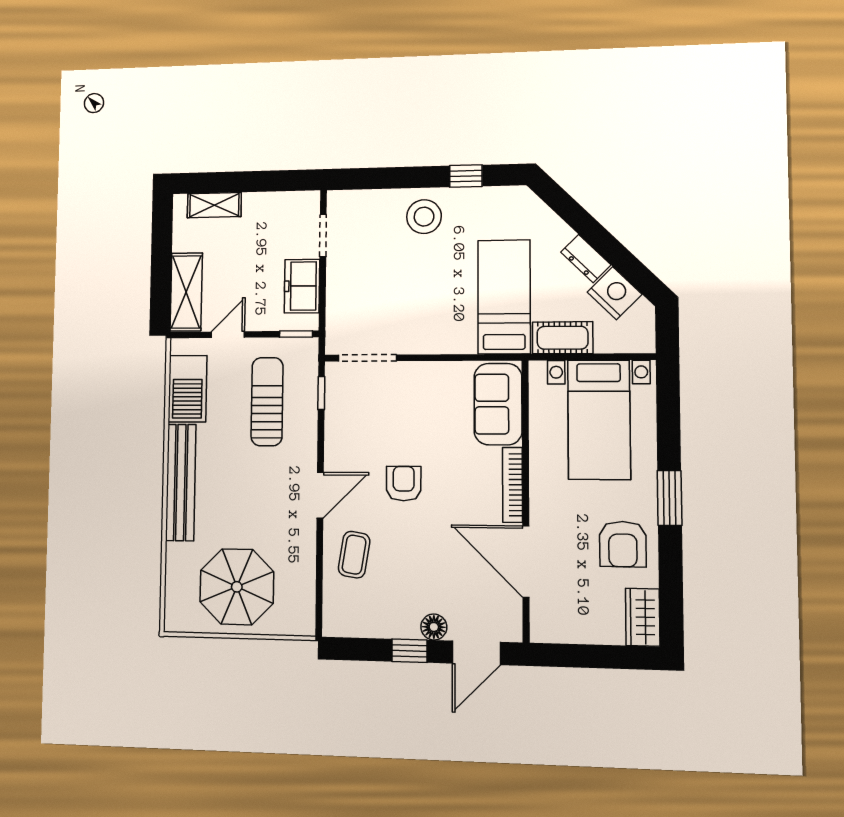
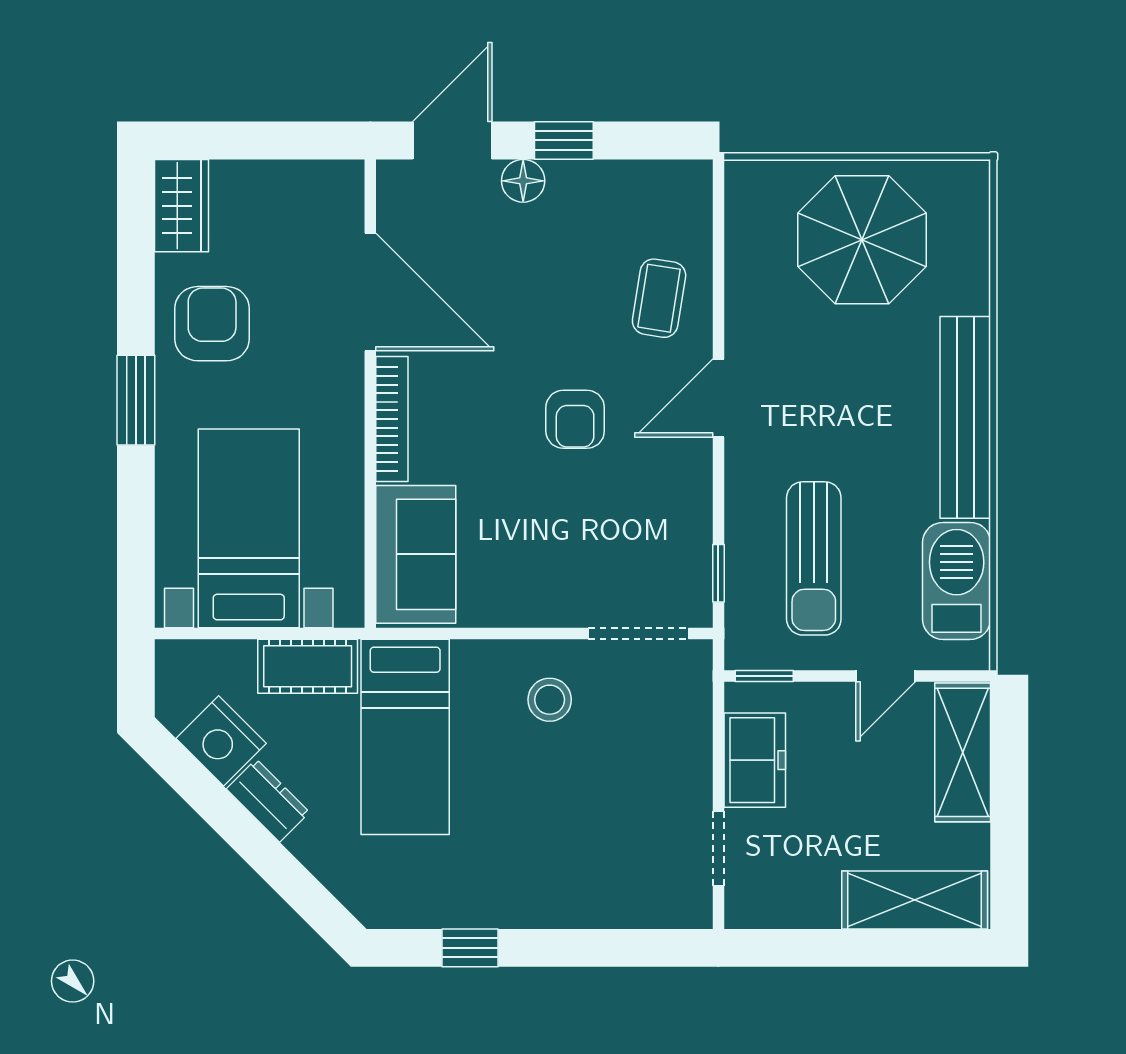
shelving: (214, 205) -> (915, 900), width x1.50, depth x1.33
stool: (424, 217) -> (550, 700), moved, width x0.73, depth x0.73

